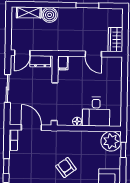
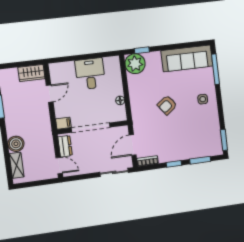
sliding door: (7, 88) -> (114, 172), moved
doorway: (54, 102) -> (91, 127), moved
desk: (96, 112) -> (90, 74), moved, turned -90

